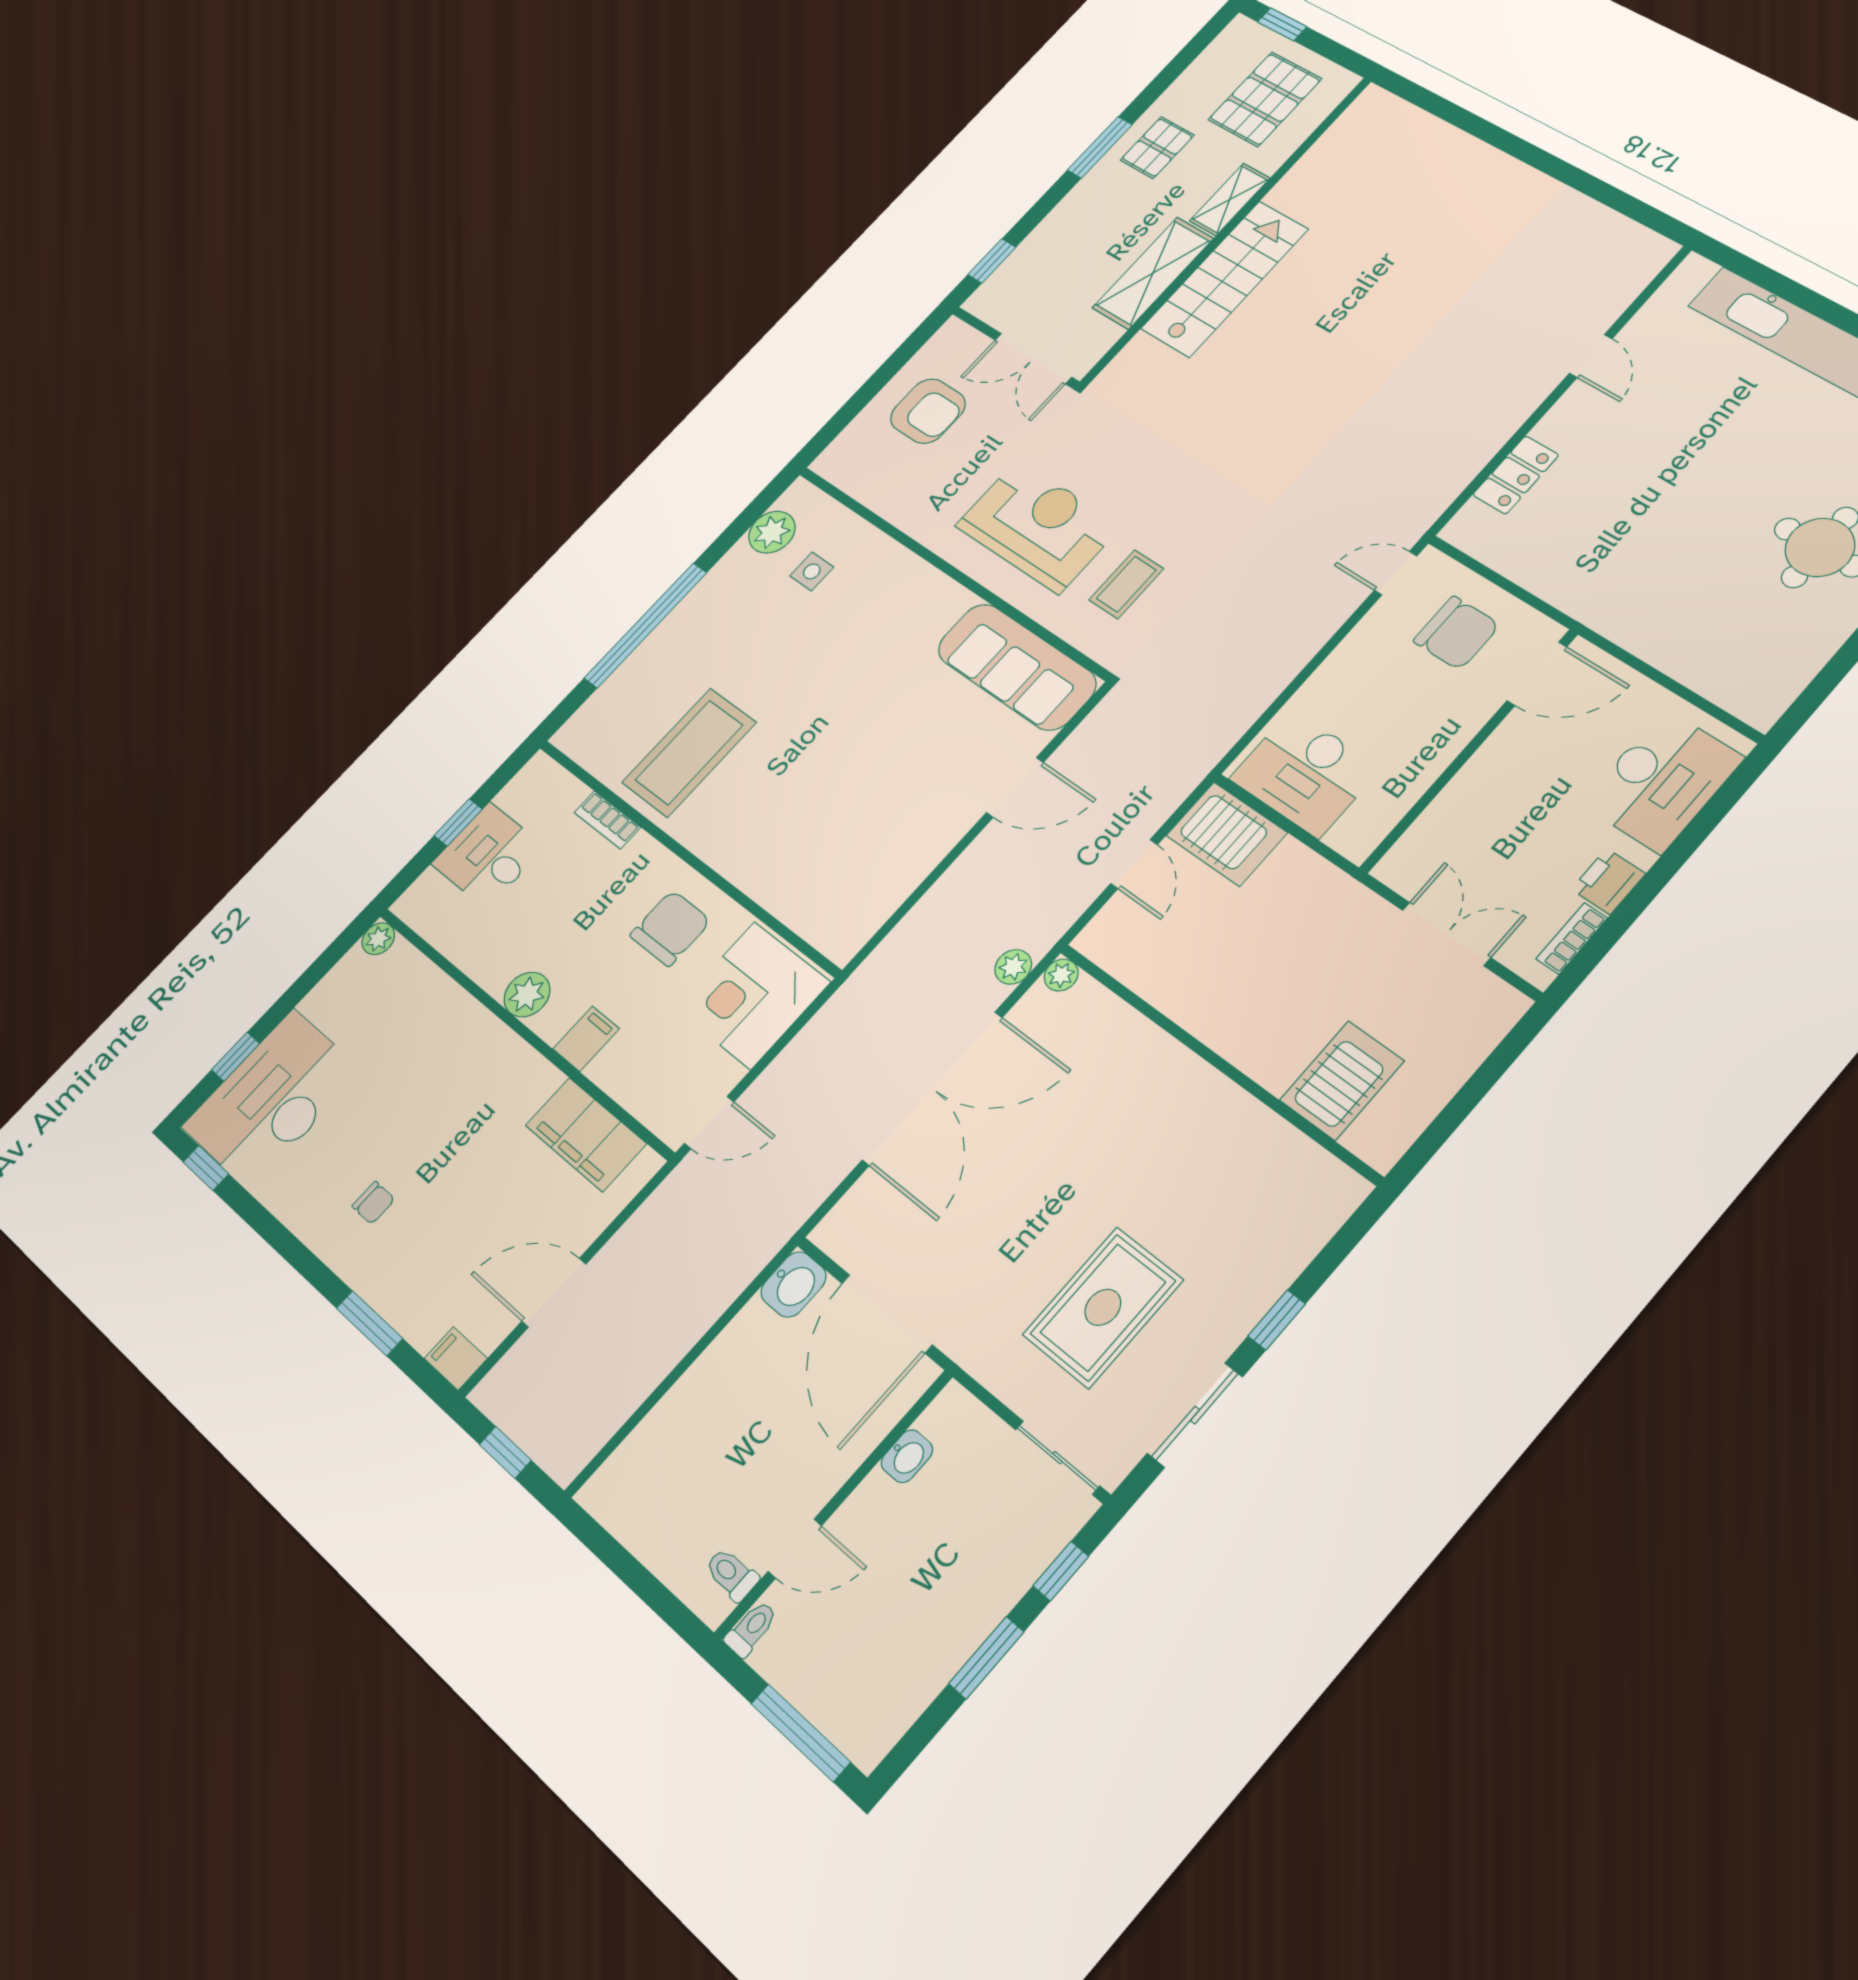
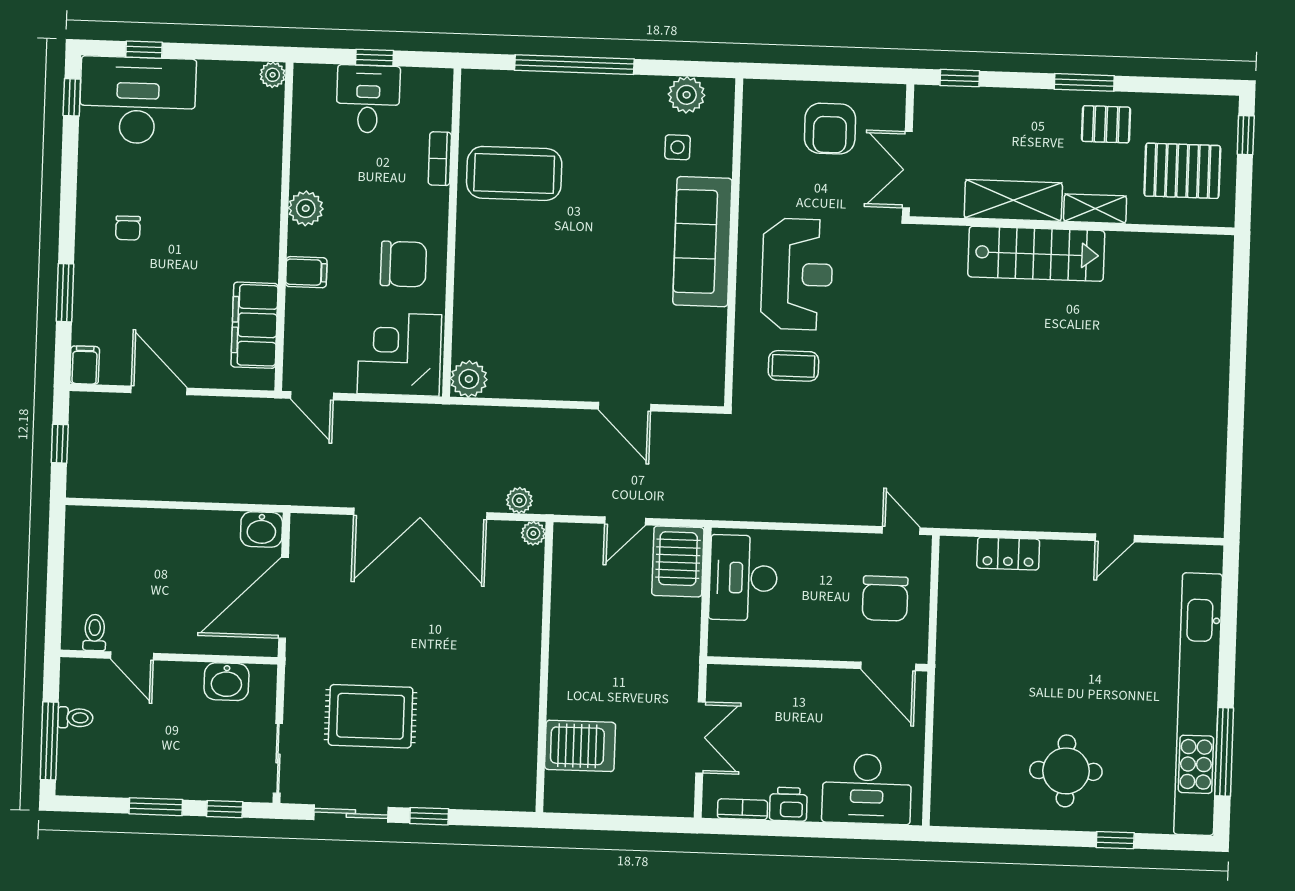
sofa: (1017, 667) -> (702, 242), moved
plant: (842, 937) -> (469, 379), added
washbasin: (907, 1456) -> (226, 682), width x1.38, depth x1.45
toilet: (751, 1629) -> (75, 718), moved

